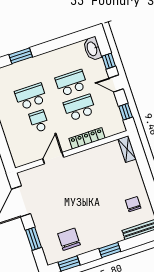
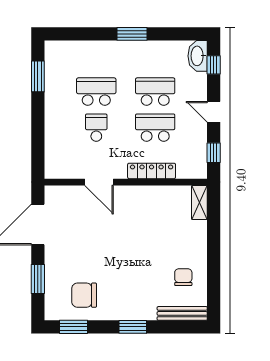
window: (21, 56) -> (132, 34), moved
window: (109, 61) -> (214, 65), moved
door: (53, 158) -> (99, 182), swing flipped
chair: (69, 239) -> (84, 295), turned -90

